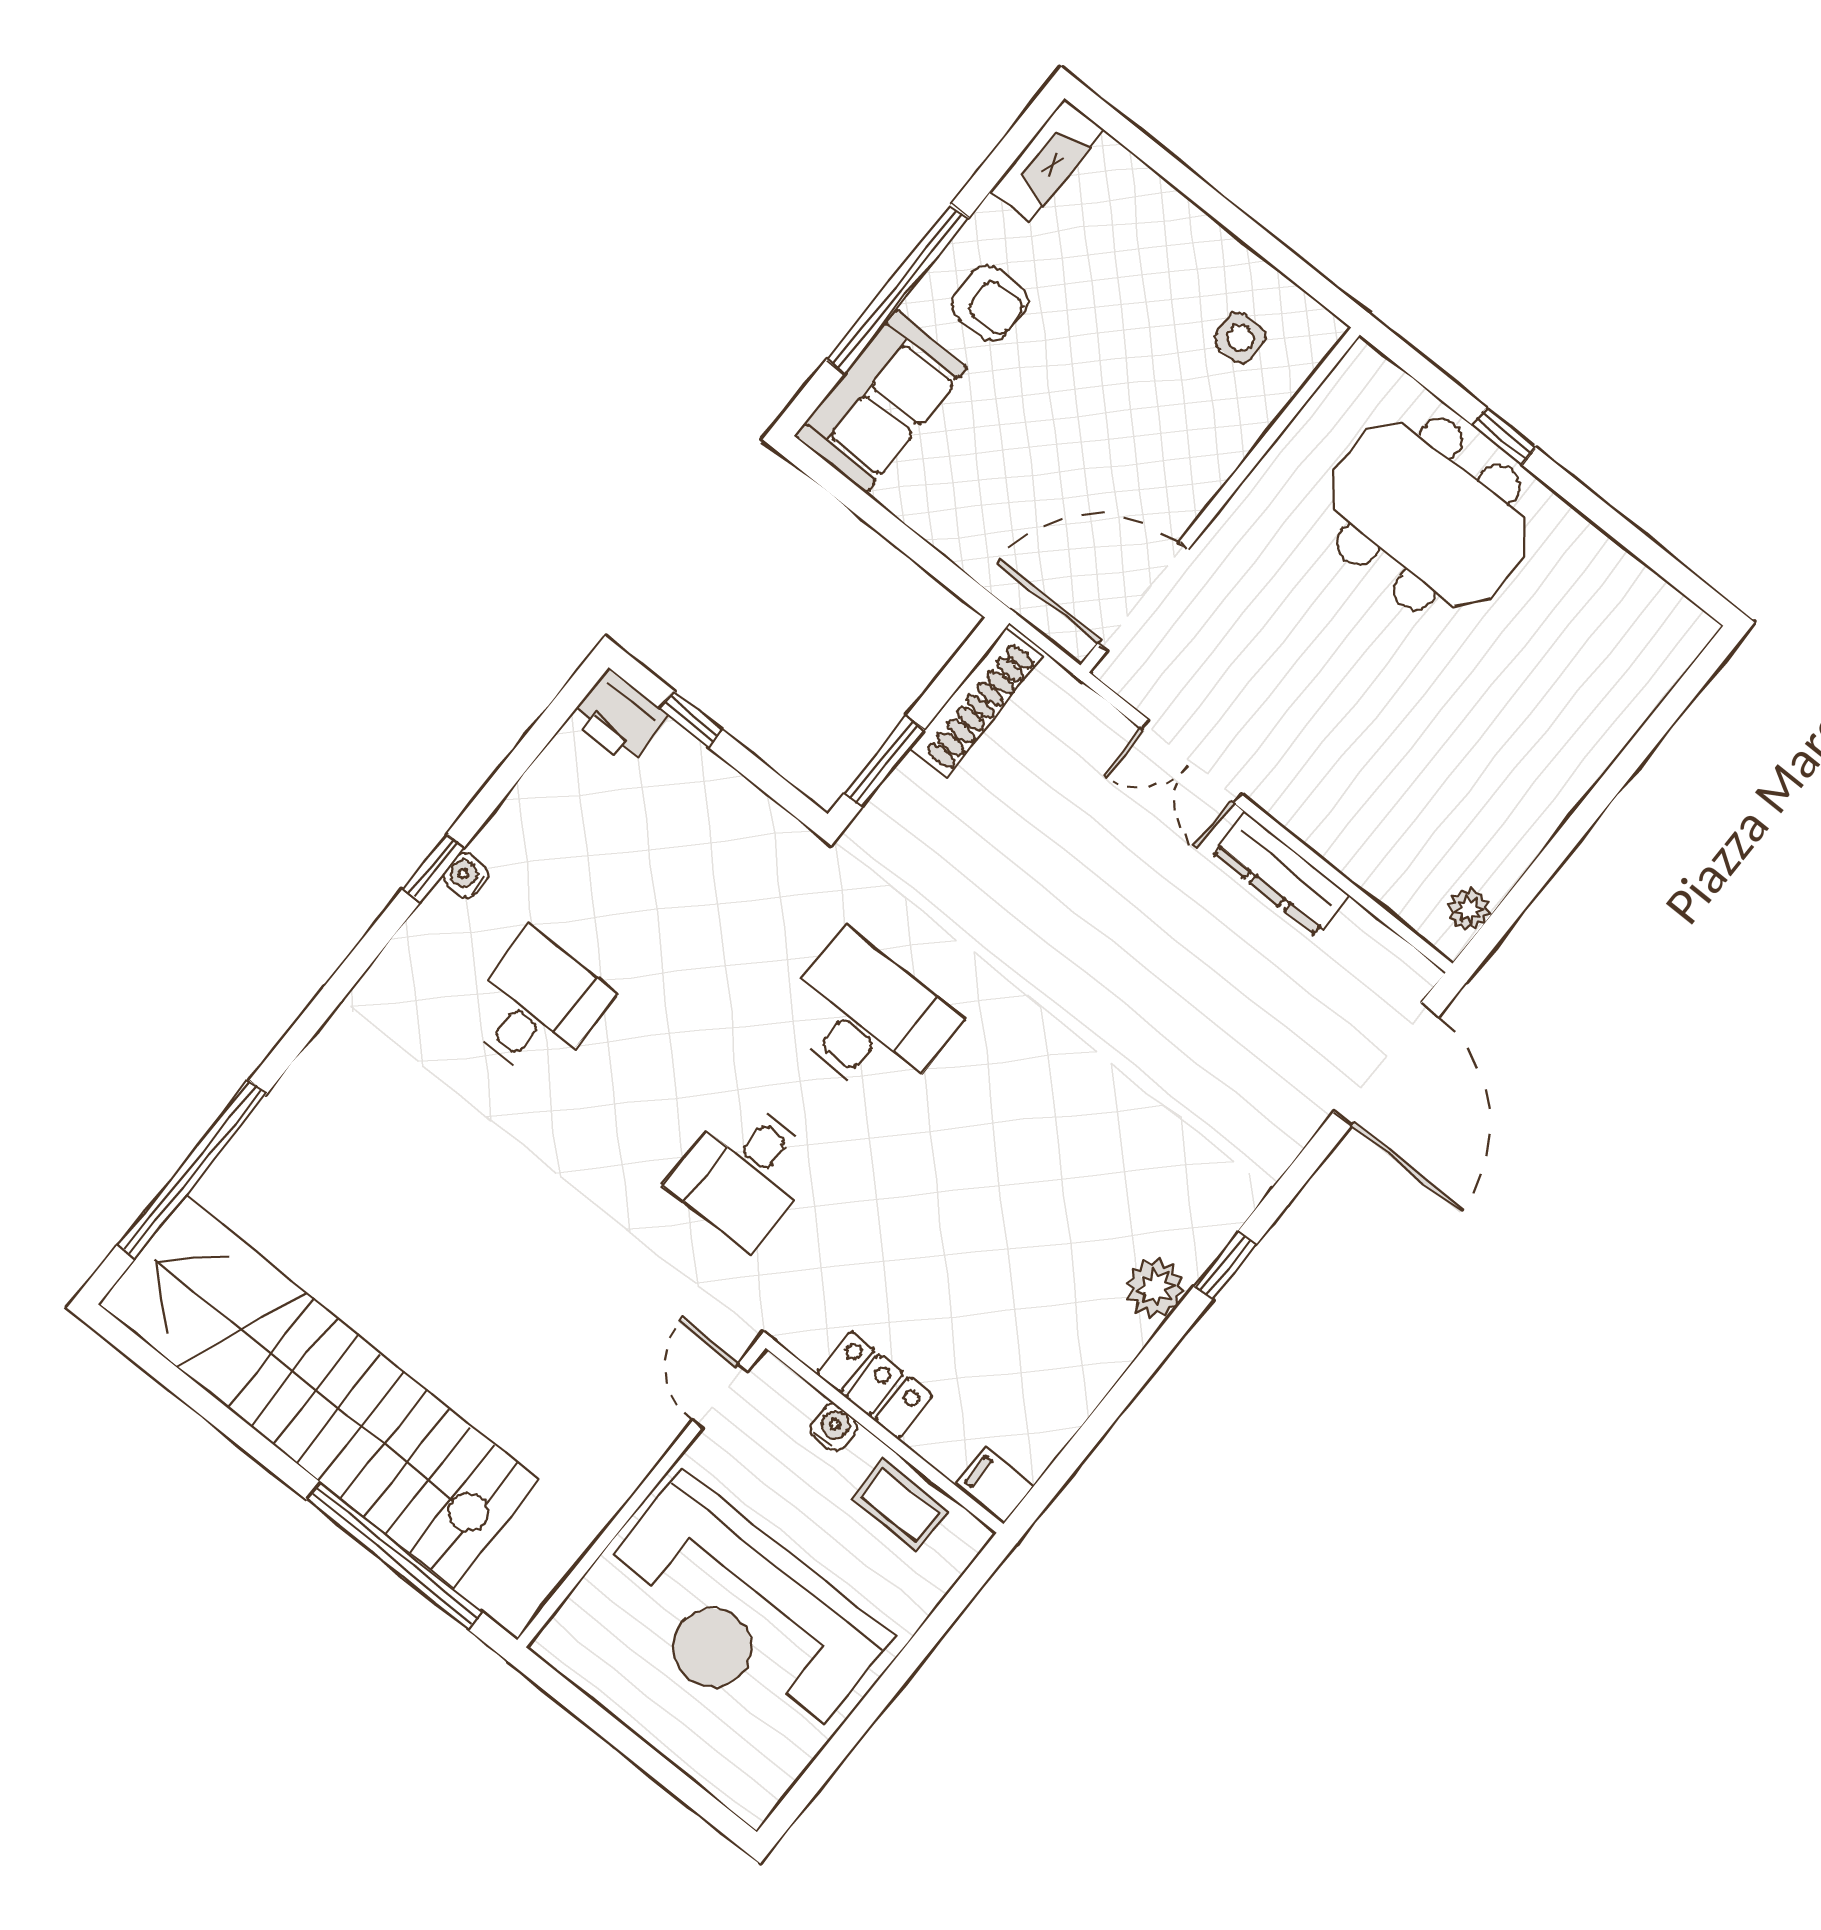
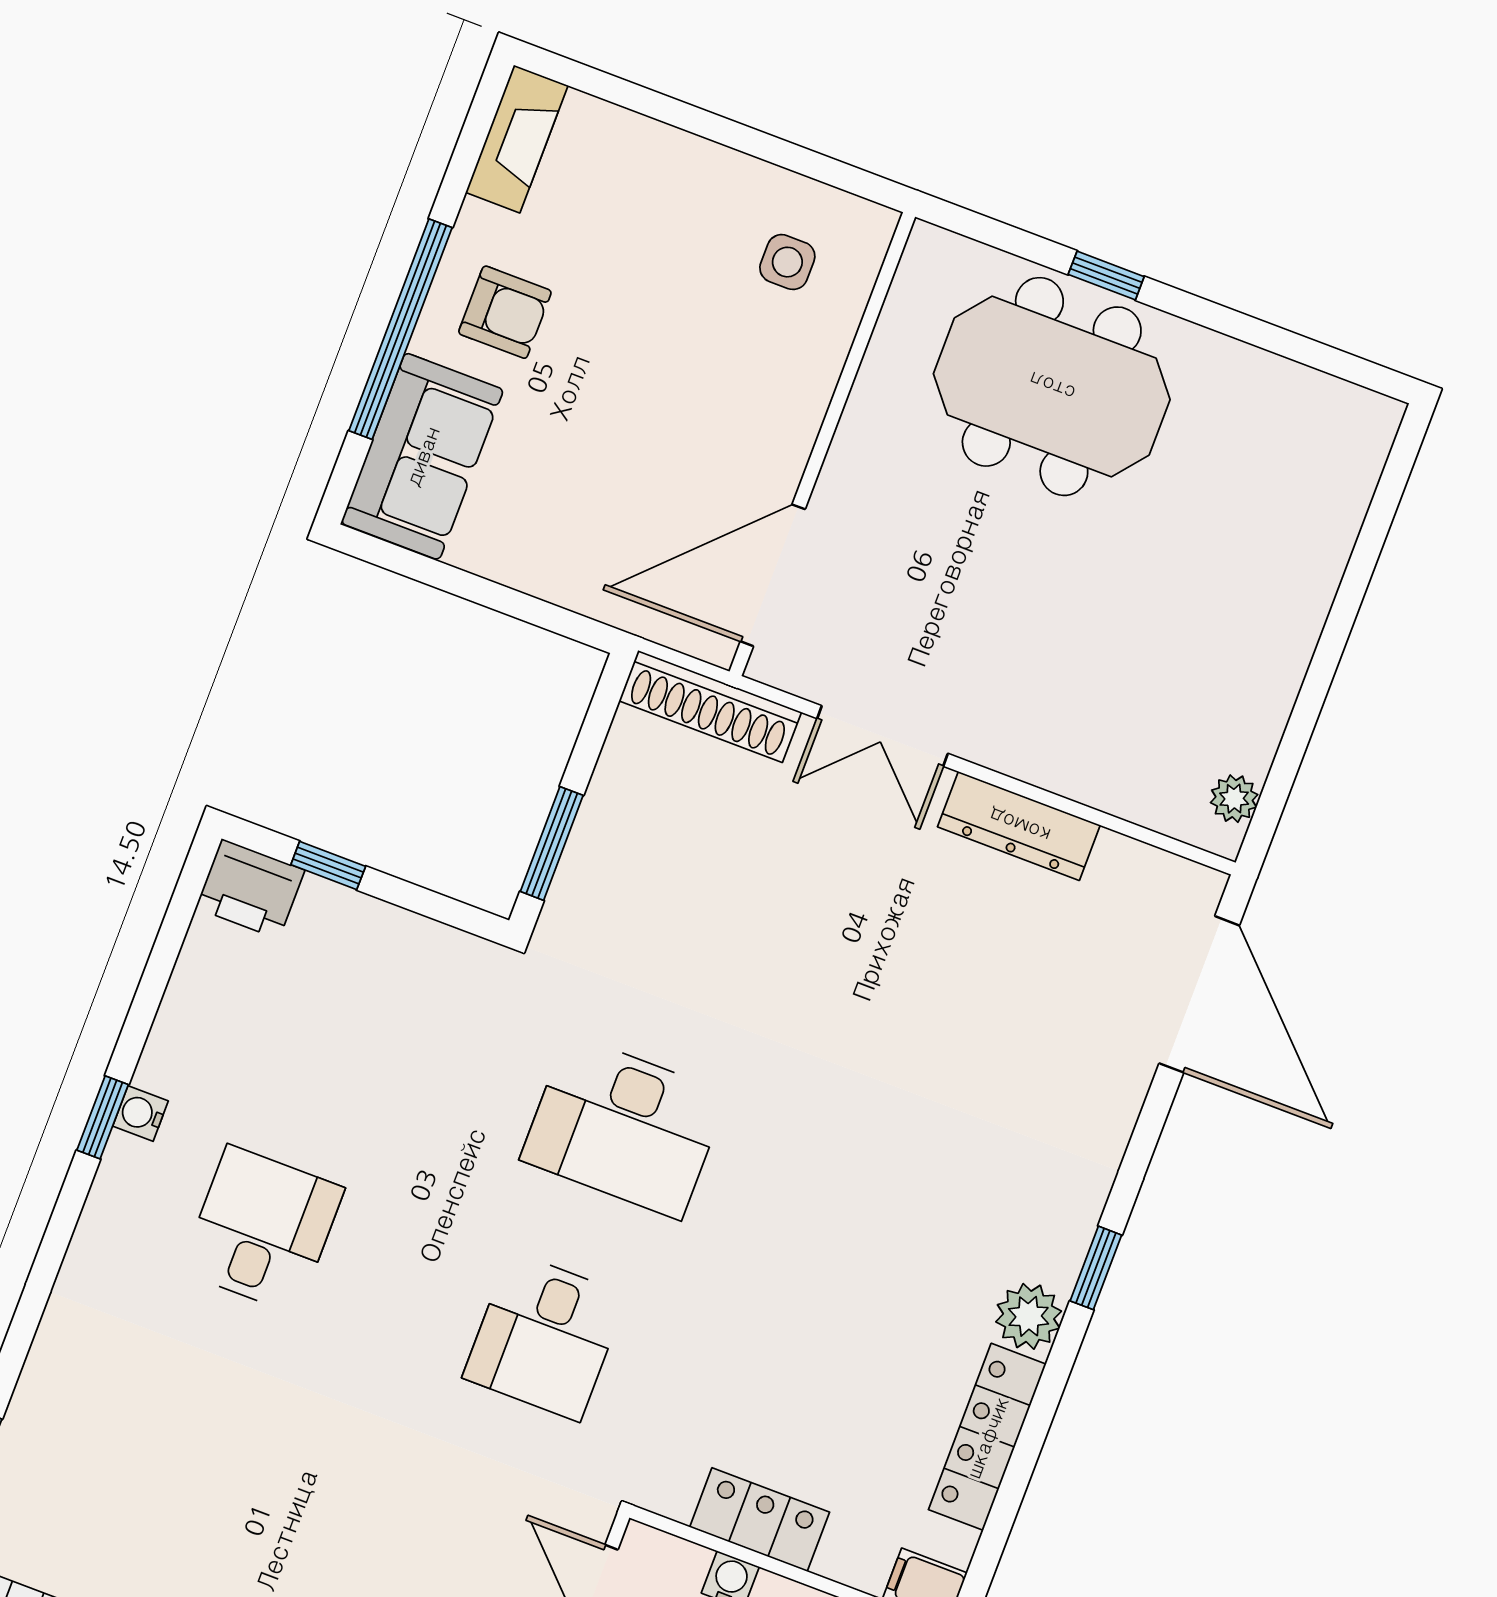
shoe rack: (976, 703) -> (710, 706), moved, turned 90
desk: (868, 1018) -> (624, 1127), turned 180
locker: (1088, 1377) -> (987, 1437), added

